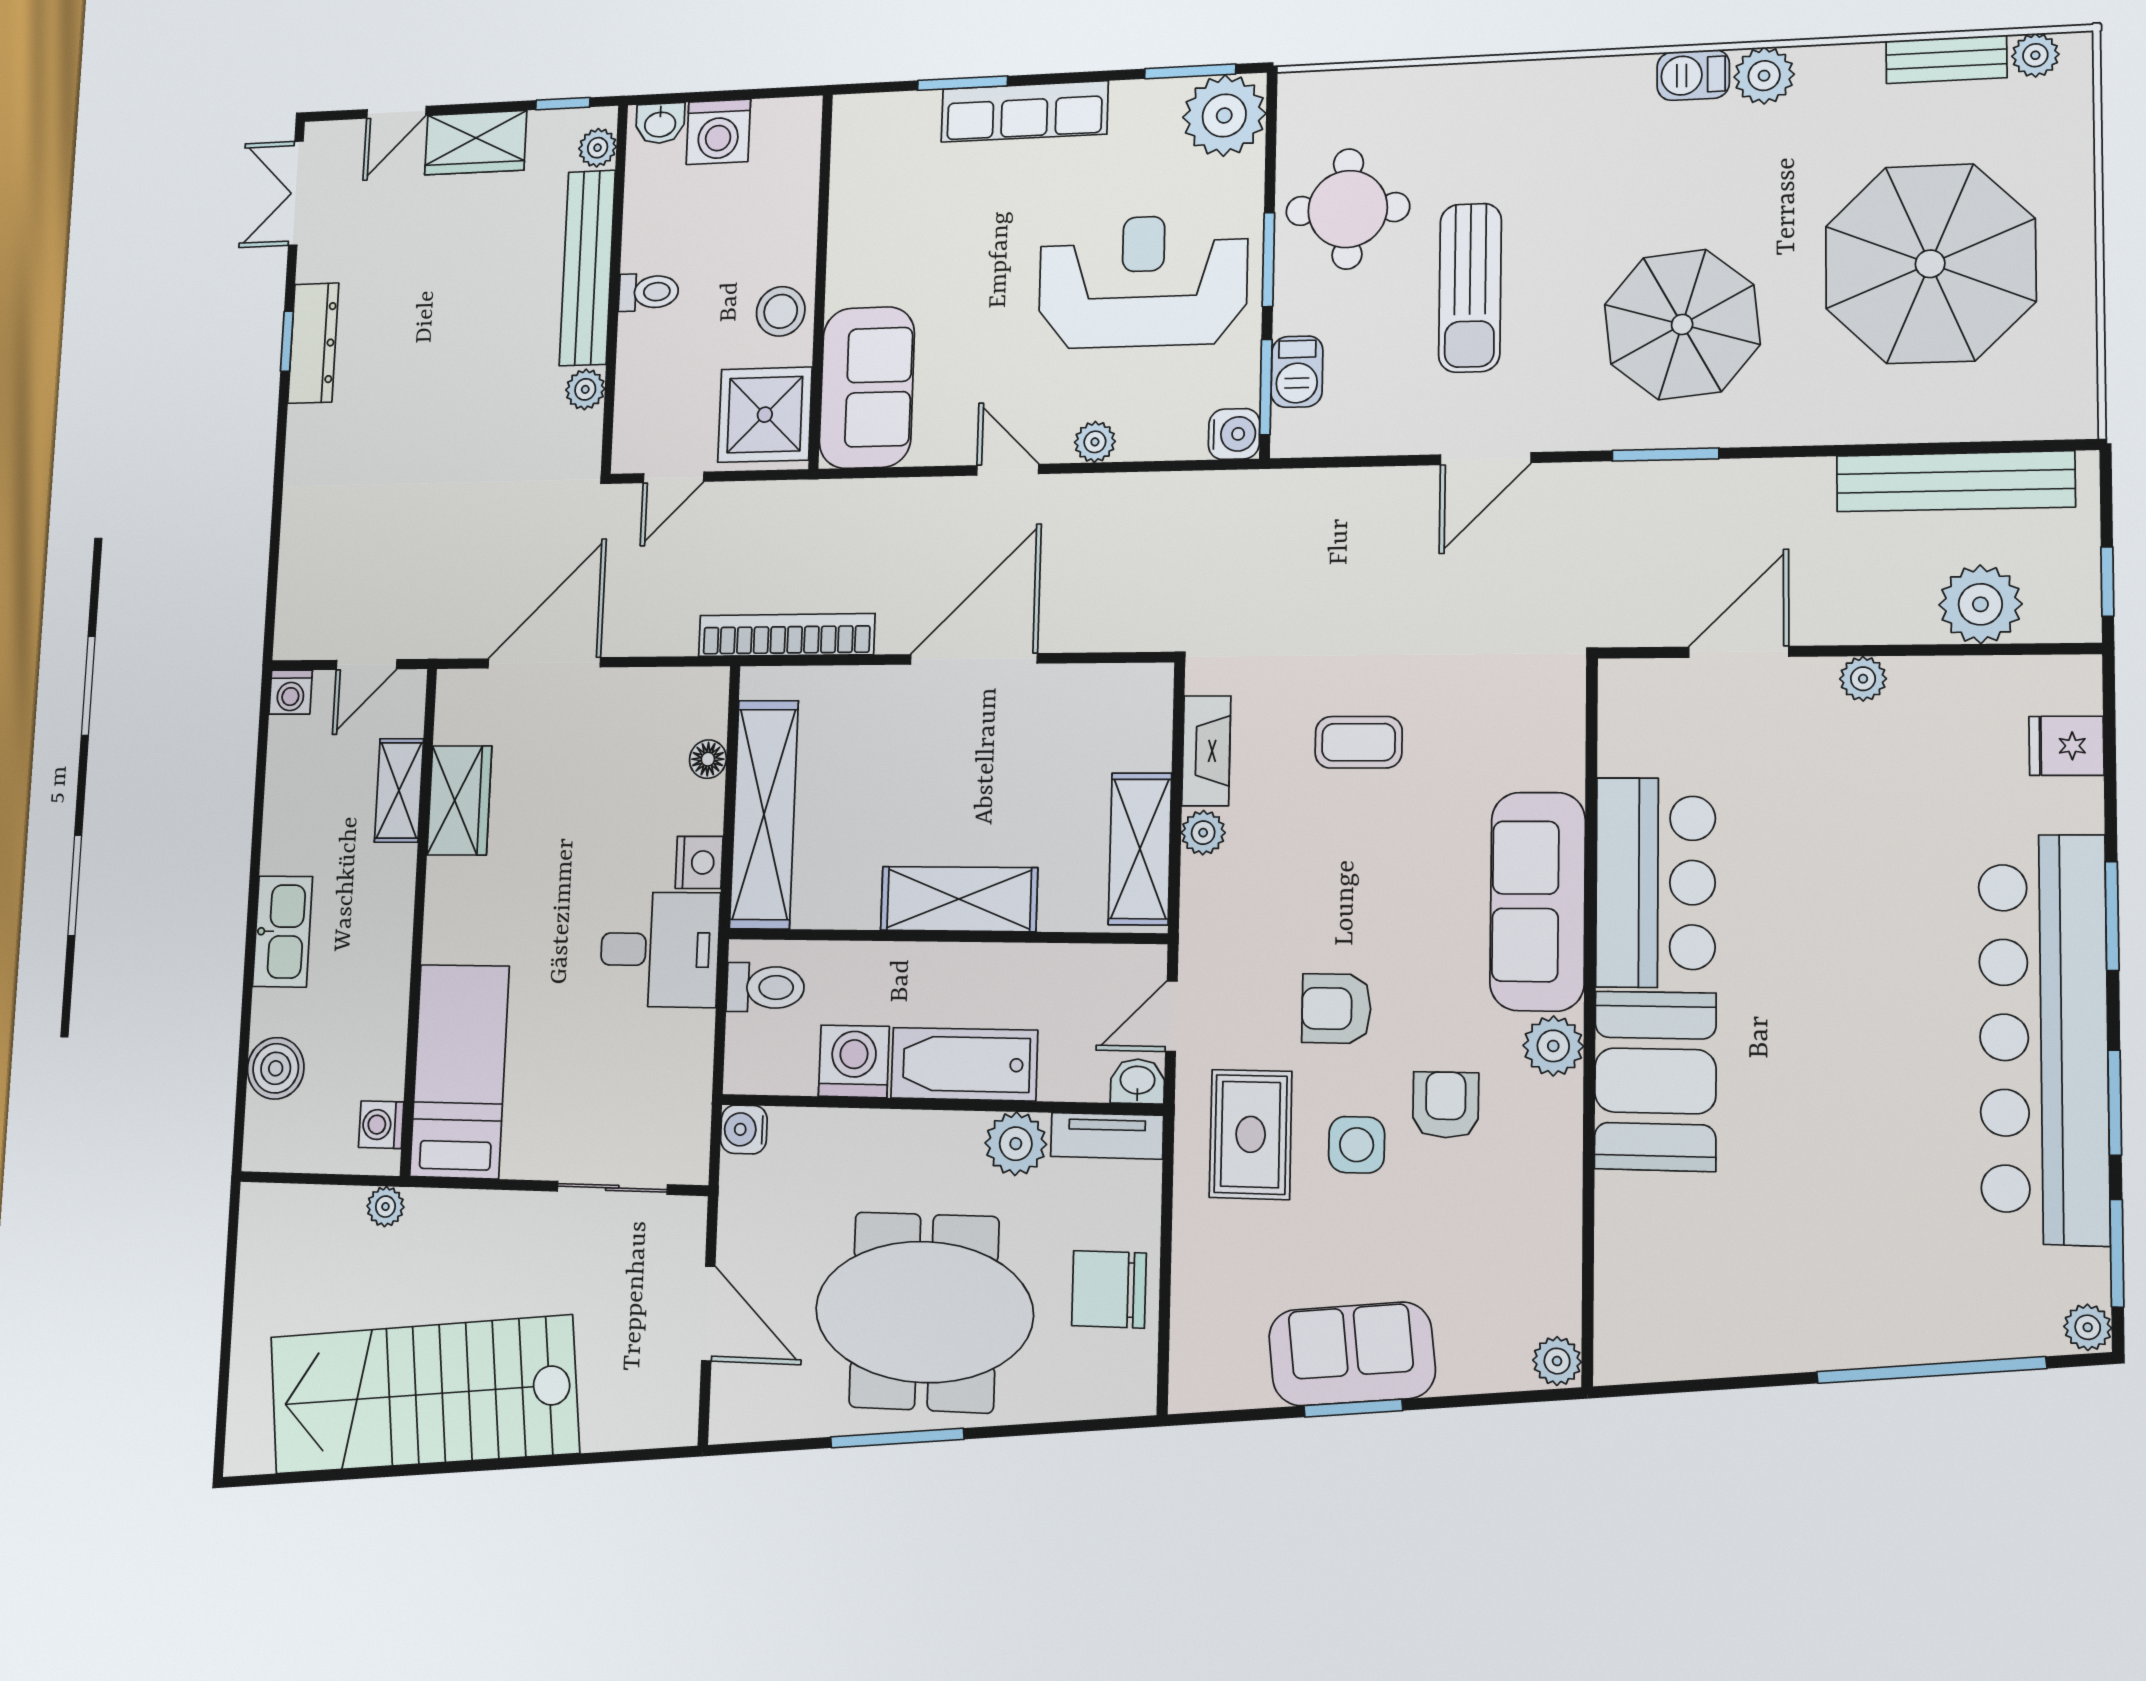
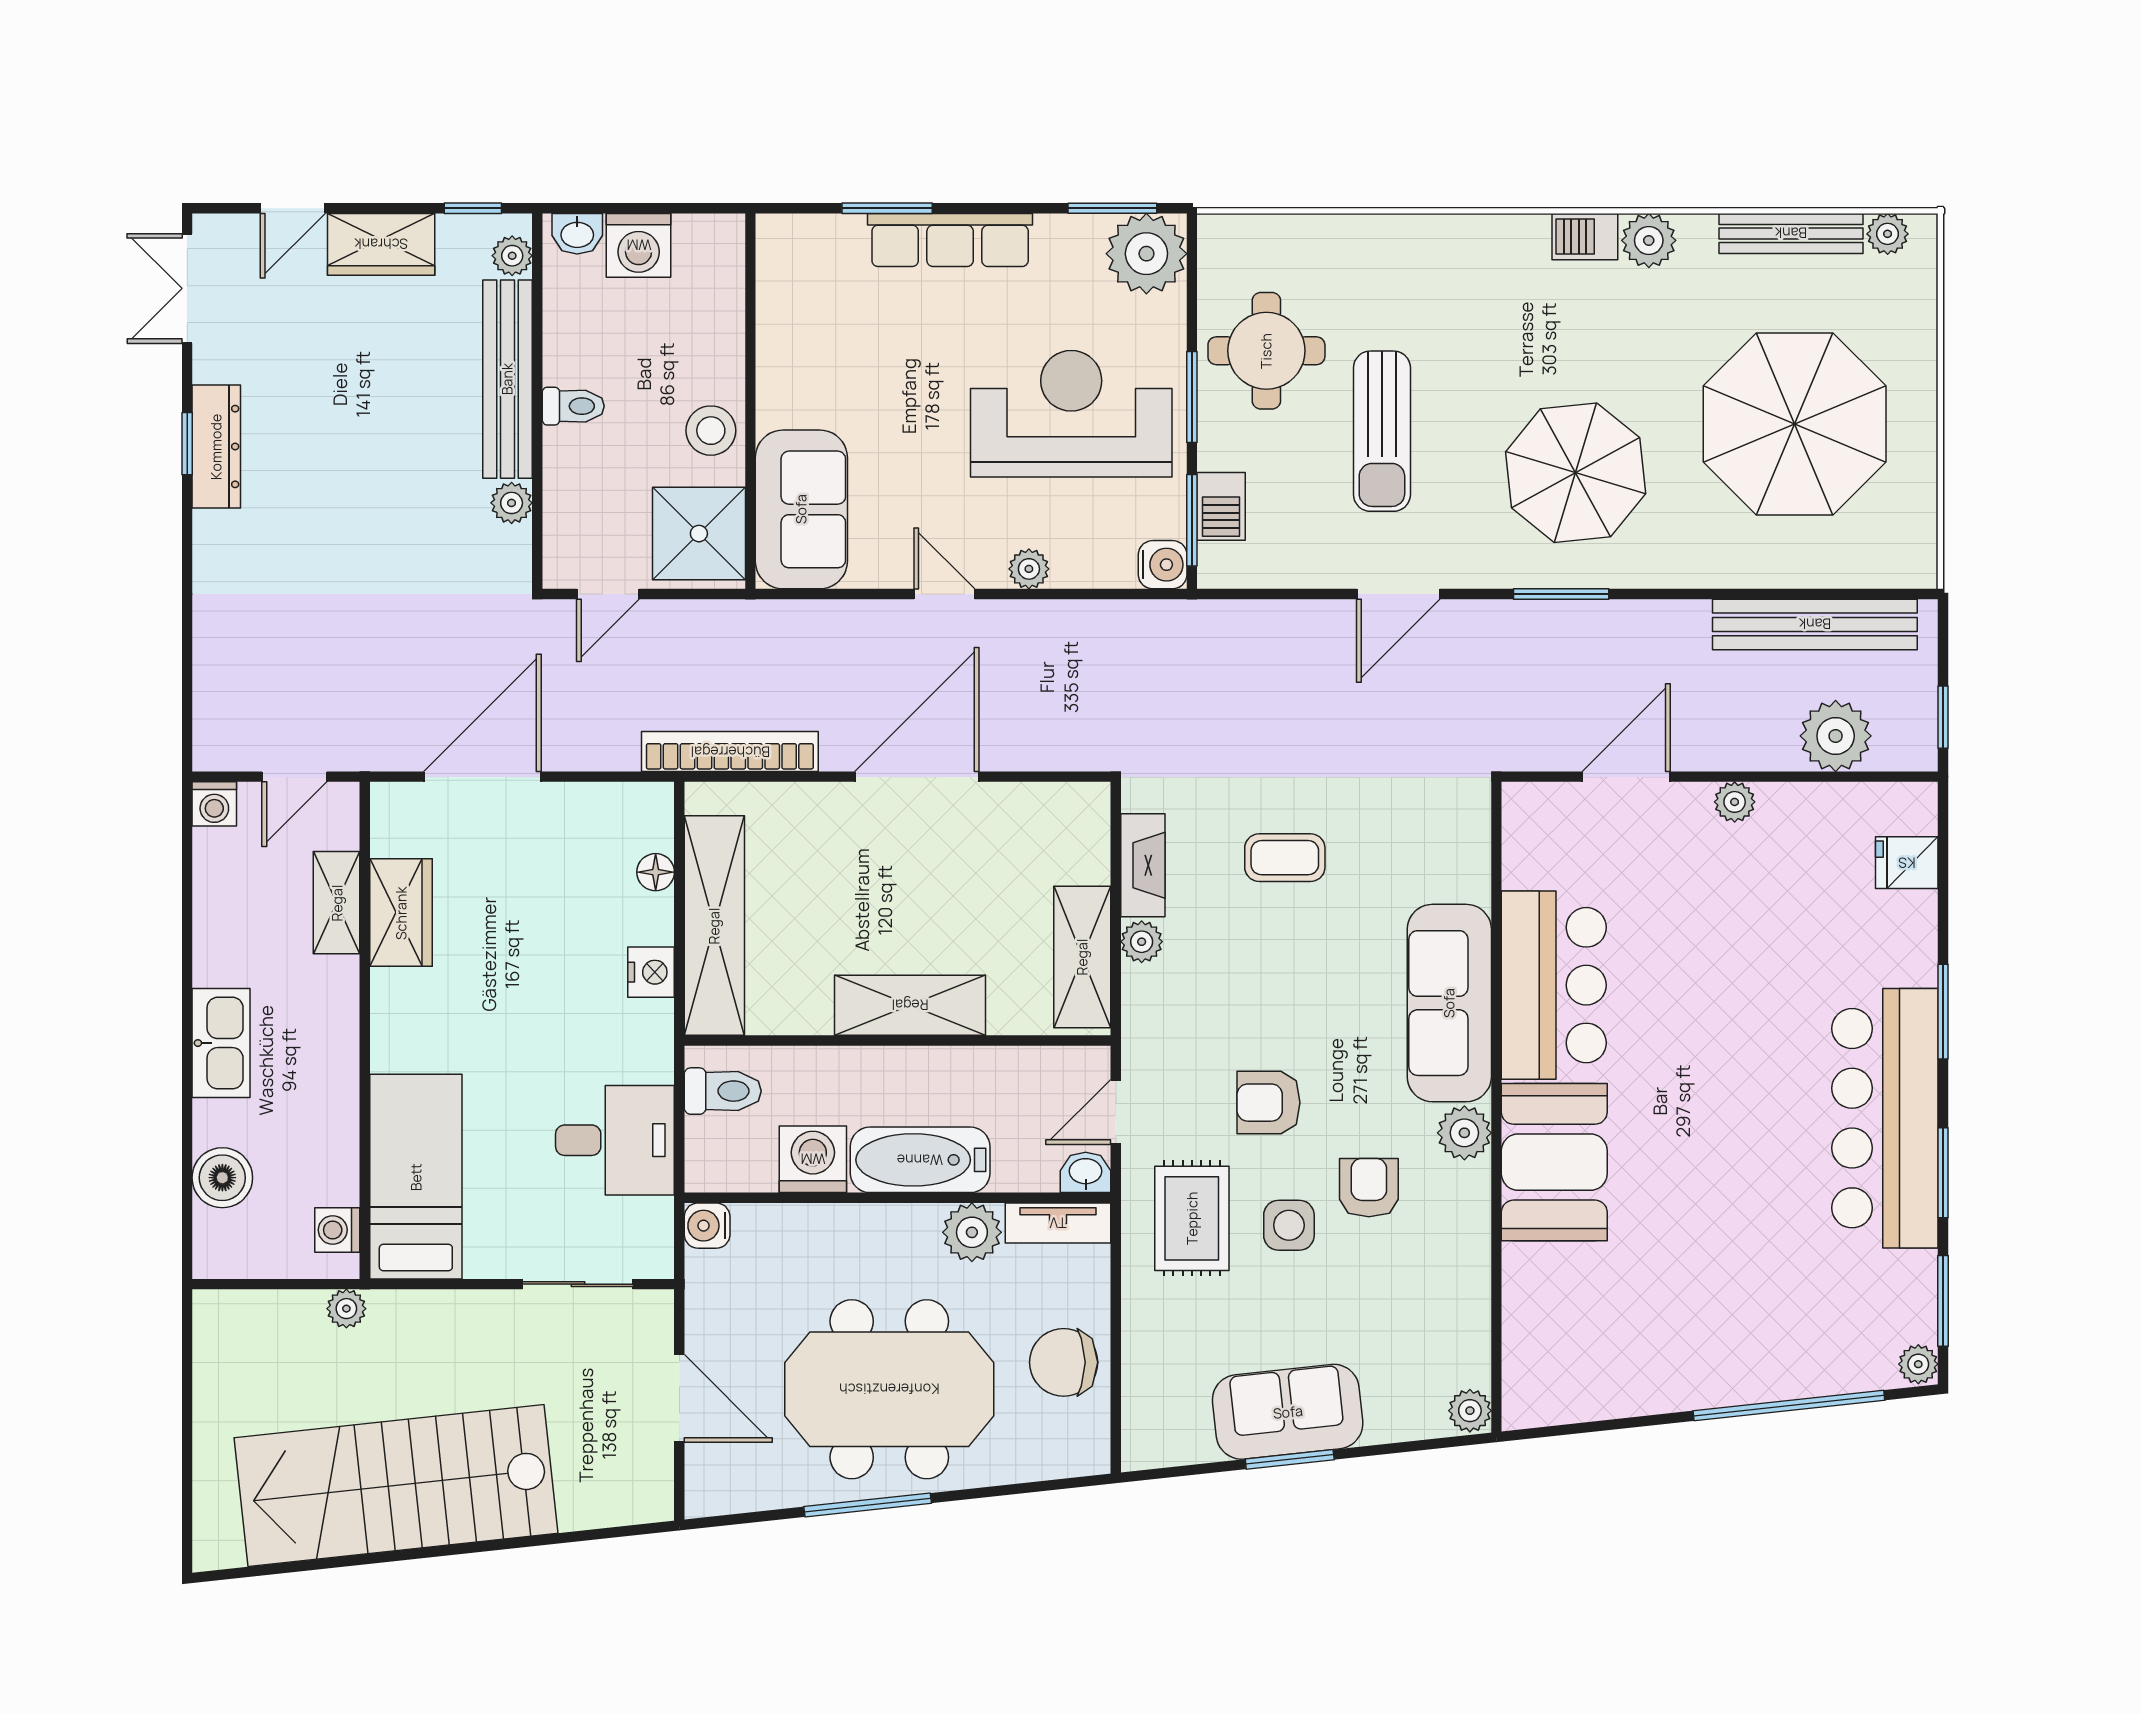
bench: (1946, 59) -> (1791, 233), width x1.36
desk: (660, 950) -> (615, 1140), moved
bar counter: (2044, 1038) -> (1885, 1118), width x0.73

